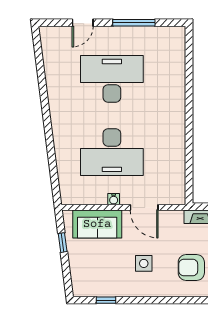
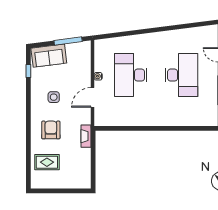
sofa: (97, 224) -> (49, 56), moved, turned -97
window: (63, 243) -> (68, 41), width x2.17

